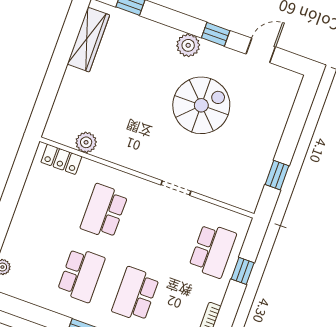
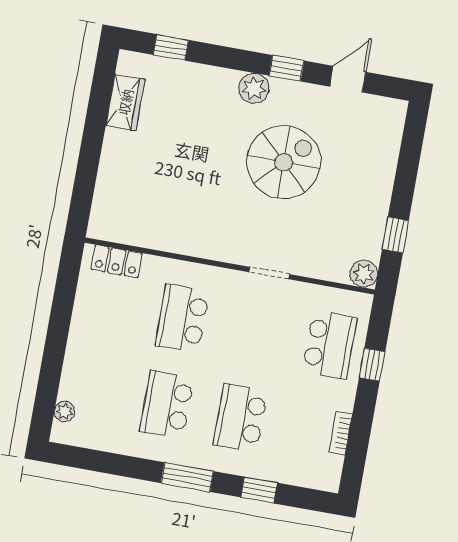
wardrobe: (88, 40) -> (125, 102), width x0.67
plant: (86, 142) -> (364, 274), moved
school desk: (81, 275) -> (167, 404), turned 180

